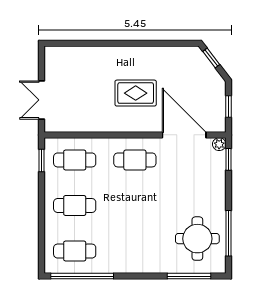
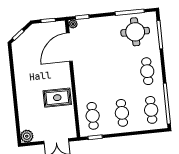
plant: (54, 56) -> (27, 136), added
rug: (136, 93) -> (57, 98), moved, turned 90
cafe table: (135, 160) -> (147, 71), moved

